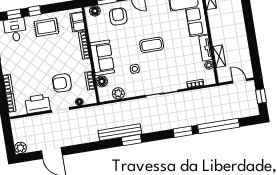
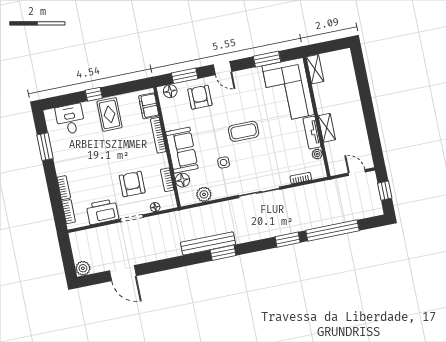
window: (14, 14) -> (68, 100), removed
rug: (46, 27) -> (110, 114), turned 90
shelving: (219, 56) -> (327, 128), moved
armchair: (62, 83) -> (132, 184), turned 90

